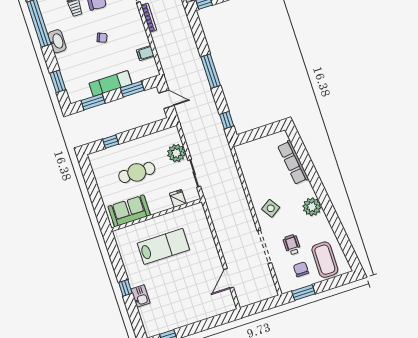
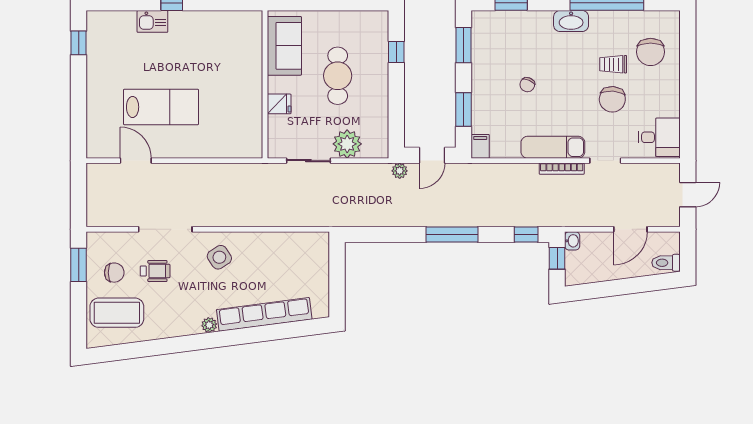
chair: (102, 38) -> (527, 85), moved
filing cabinet: (145, 53) -> (480, 146), moved
exam couch: (110, 84) -> (553, 147), moved, turned -90
plant: (182, 116) -> (400, 171), added
window: (227, 120) -> (526, 235), moved
row of seats: (293, 162) -> (264, 314), width x1.36
fridge: (178, 198) -> (279, 104), moved
plant: (312, 207) -> (209, 325), width x0.53, depth x0.53
lab bench: (163, 246) -> (161, 107), moved, turned -90

